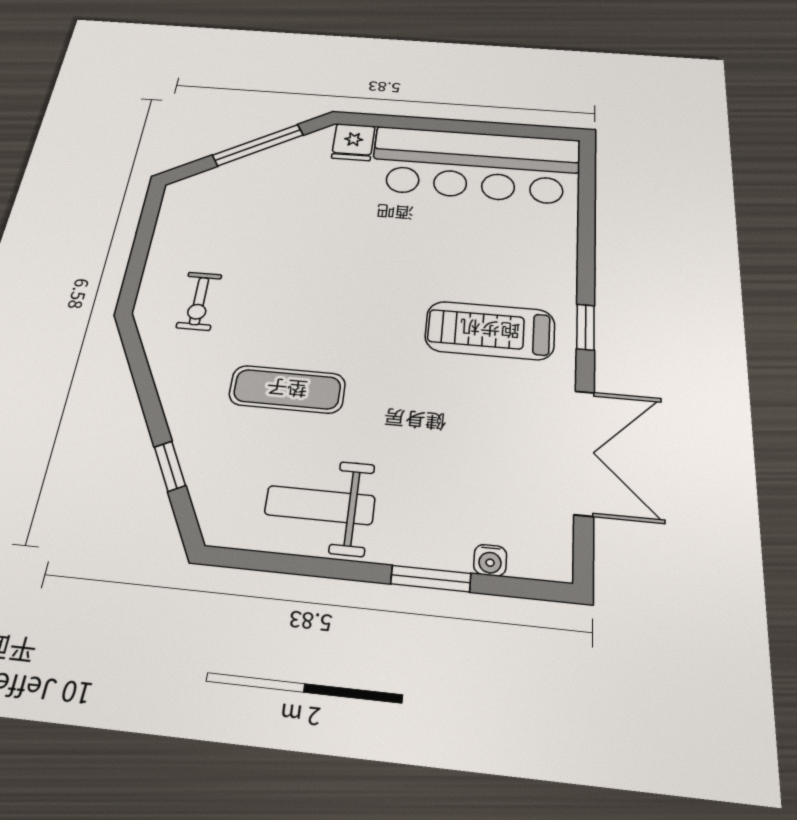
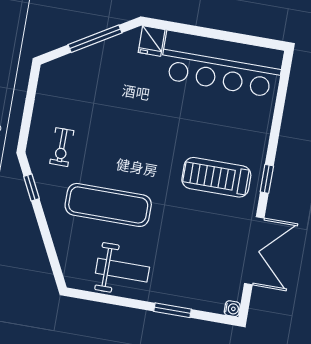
exercise mat: (287, 389) -> (108, 205), width x1.36, depth x1.45
window: (170, 466) -> (31, 187), moved
weight bench: (320, 505) -> (122, 270), turned 180
water cooler: (490, 560) -> (232, 309), moved, turned -90

